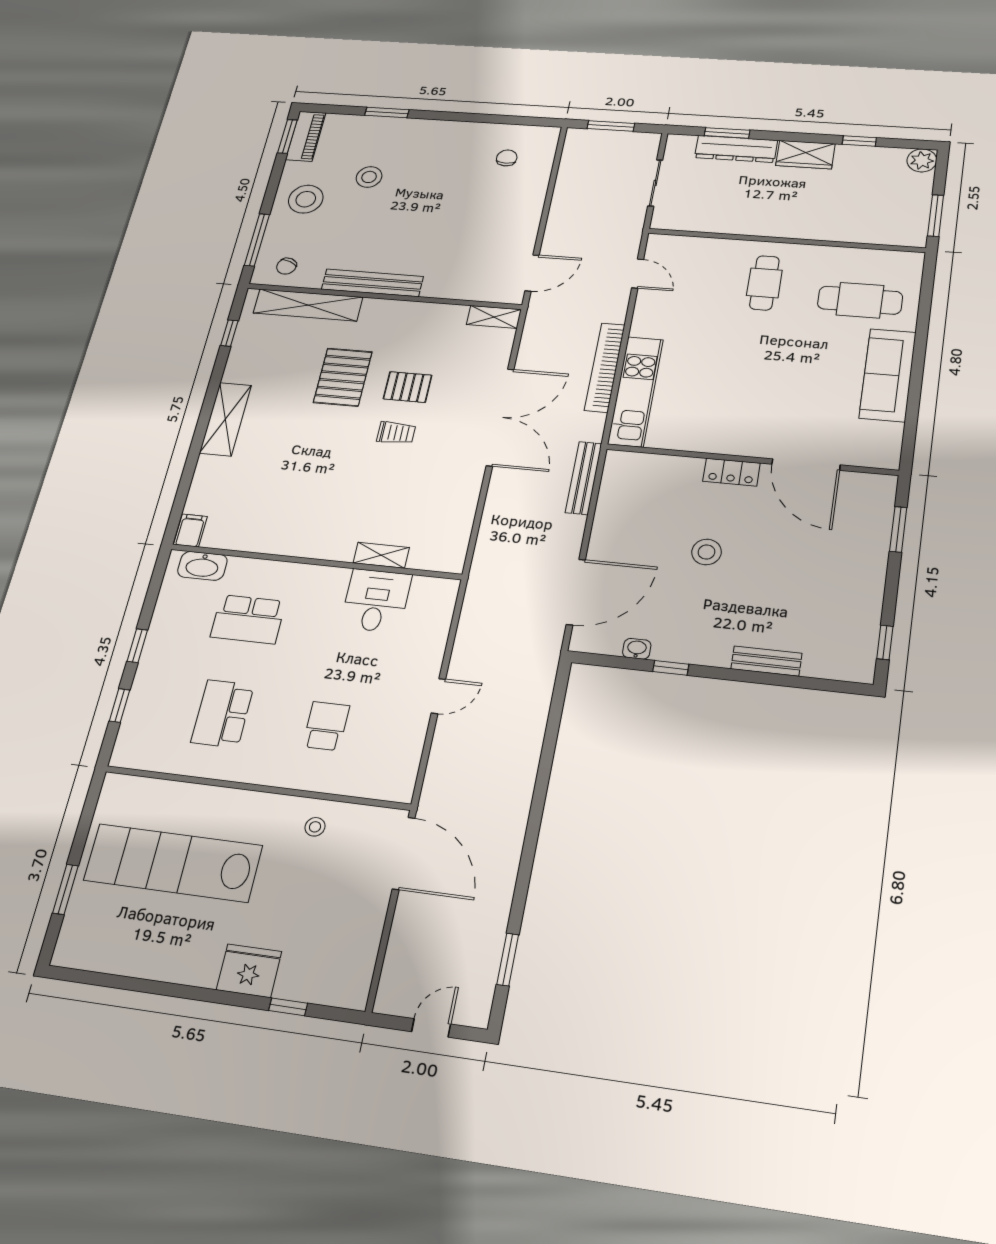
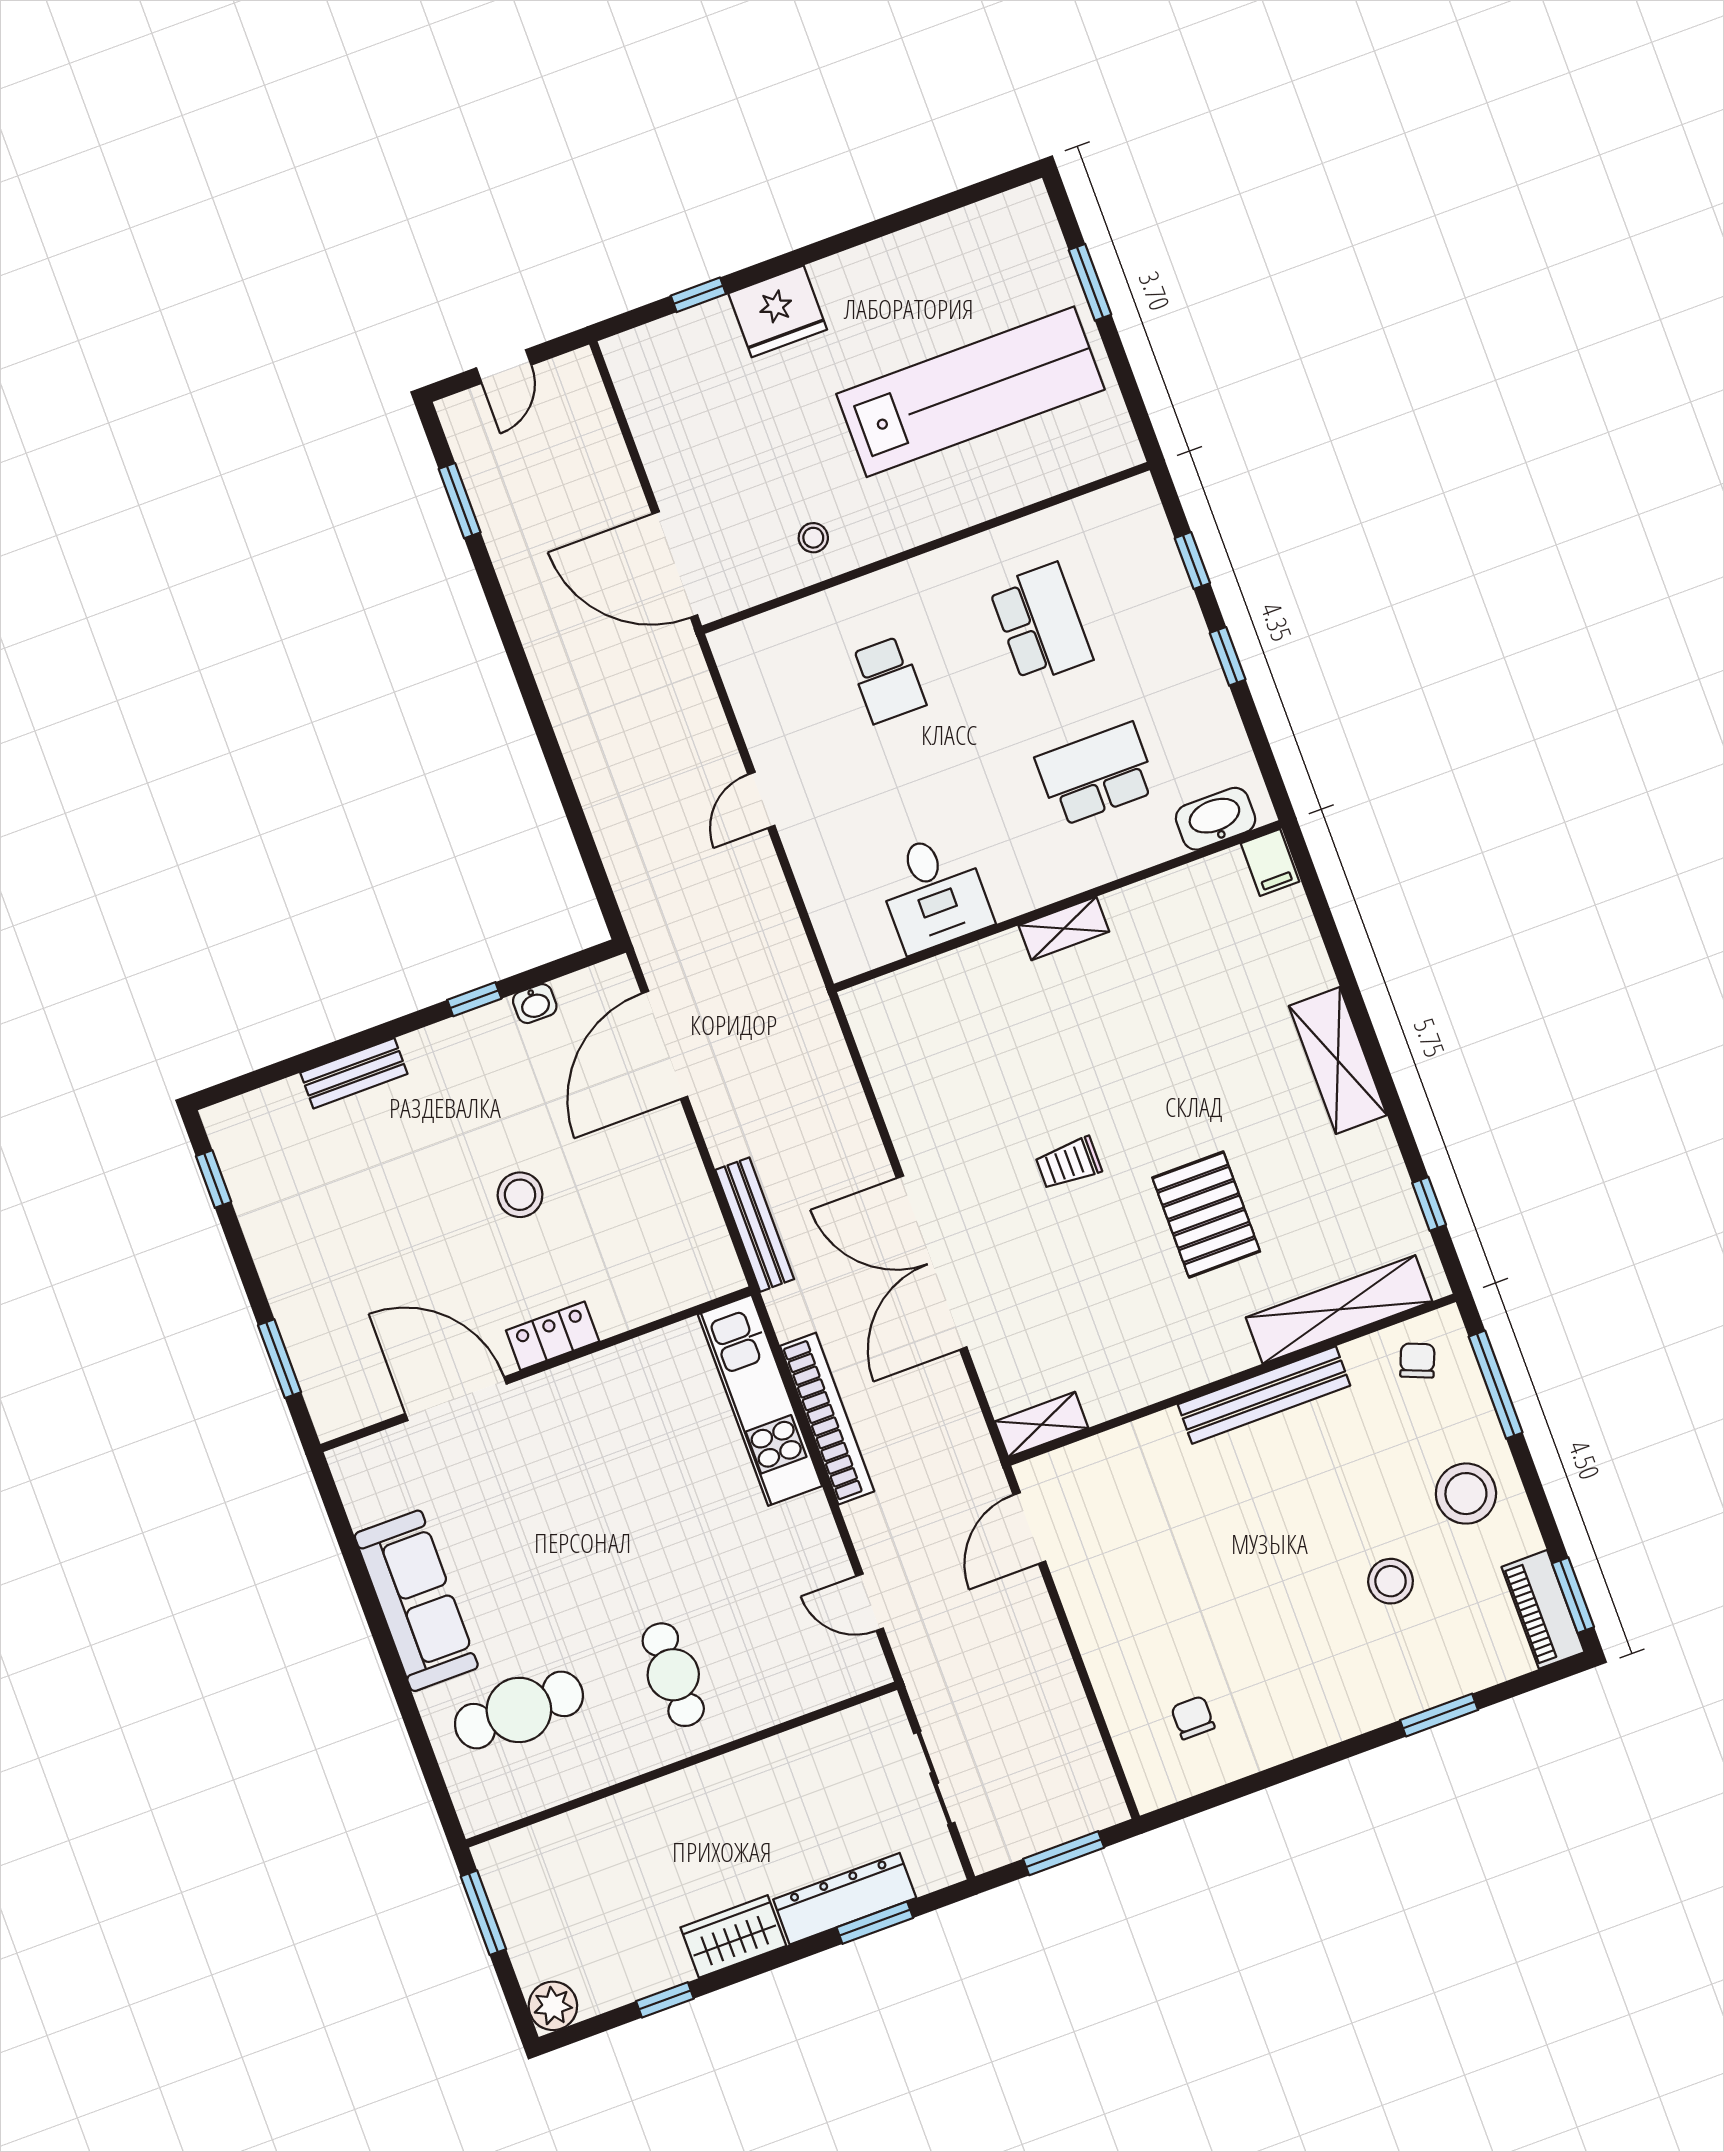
chair: (507, 158) -> (1193, 1718), turned 180
pallet: (407, 387) -> (1099, 1245), removed
shelving: (381, 555) -> (1064, 928), moved

